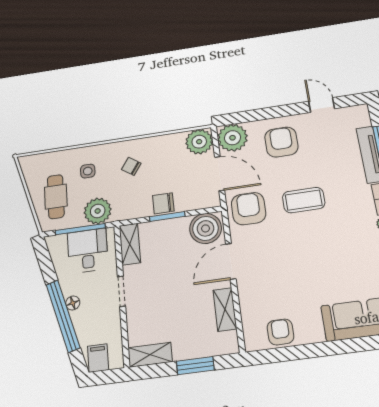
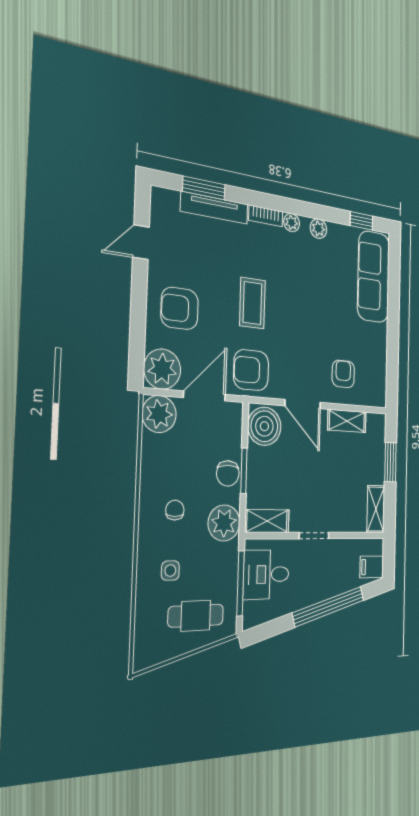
chair: (131, 166) -> (175, 510), turned 145
plant: (98, 211) -> (224, 523), moved
floor lamp: (73, 303) -> (318, 594), removed
armchair: (280, 332) -> (343, 374), moved, turned 90

